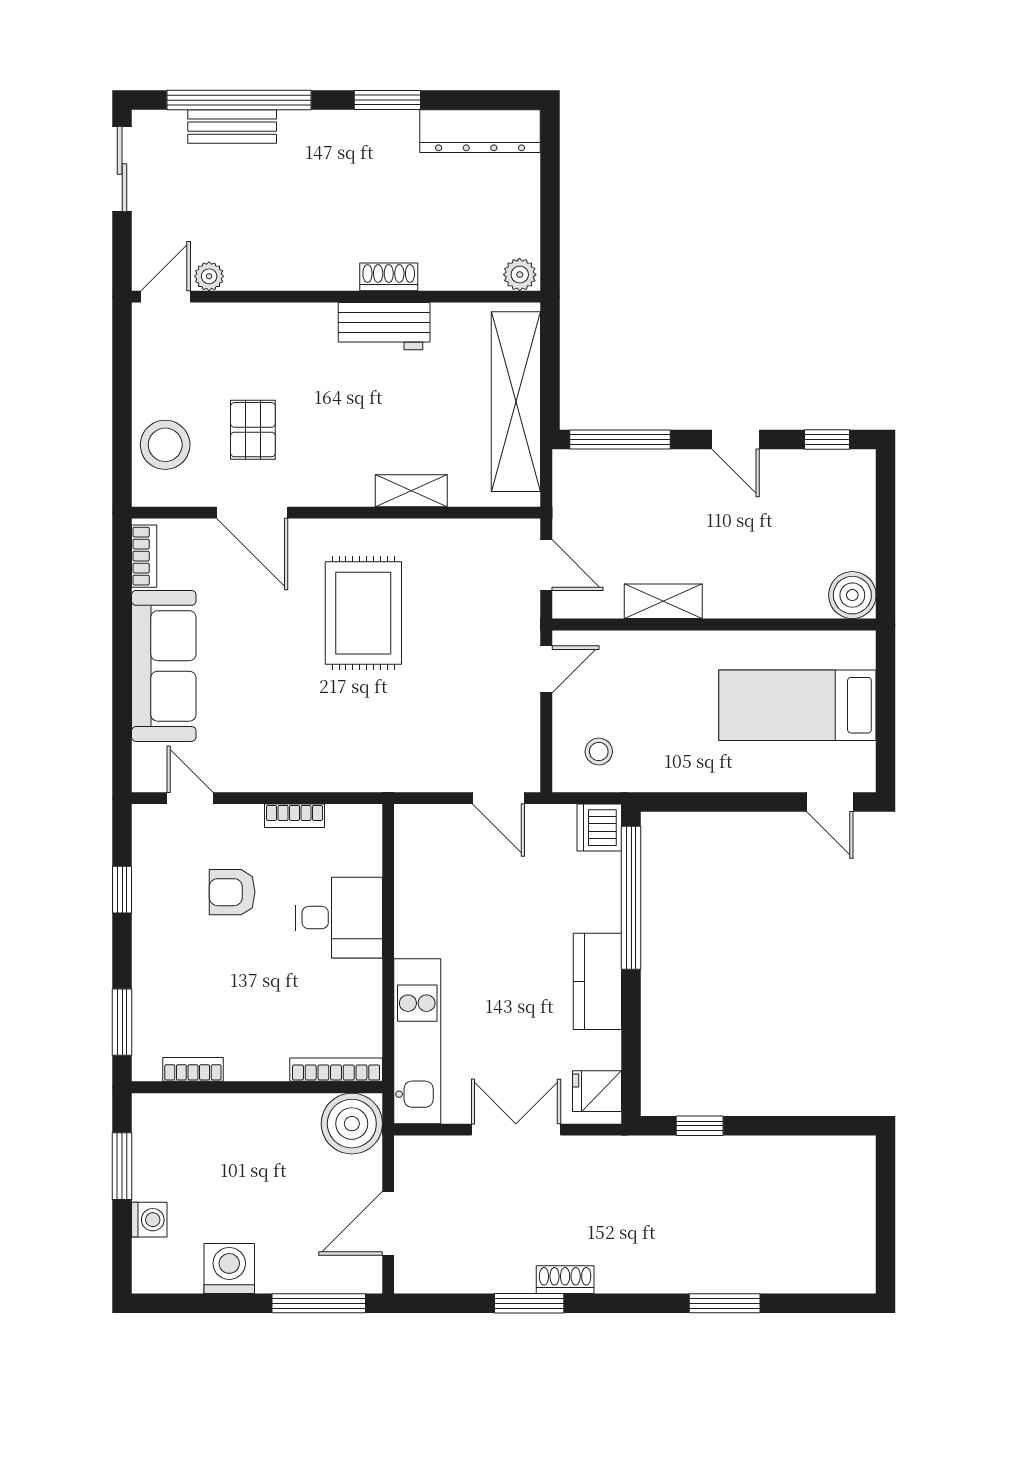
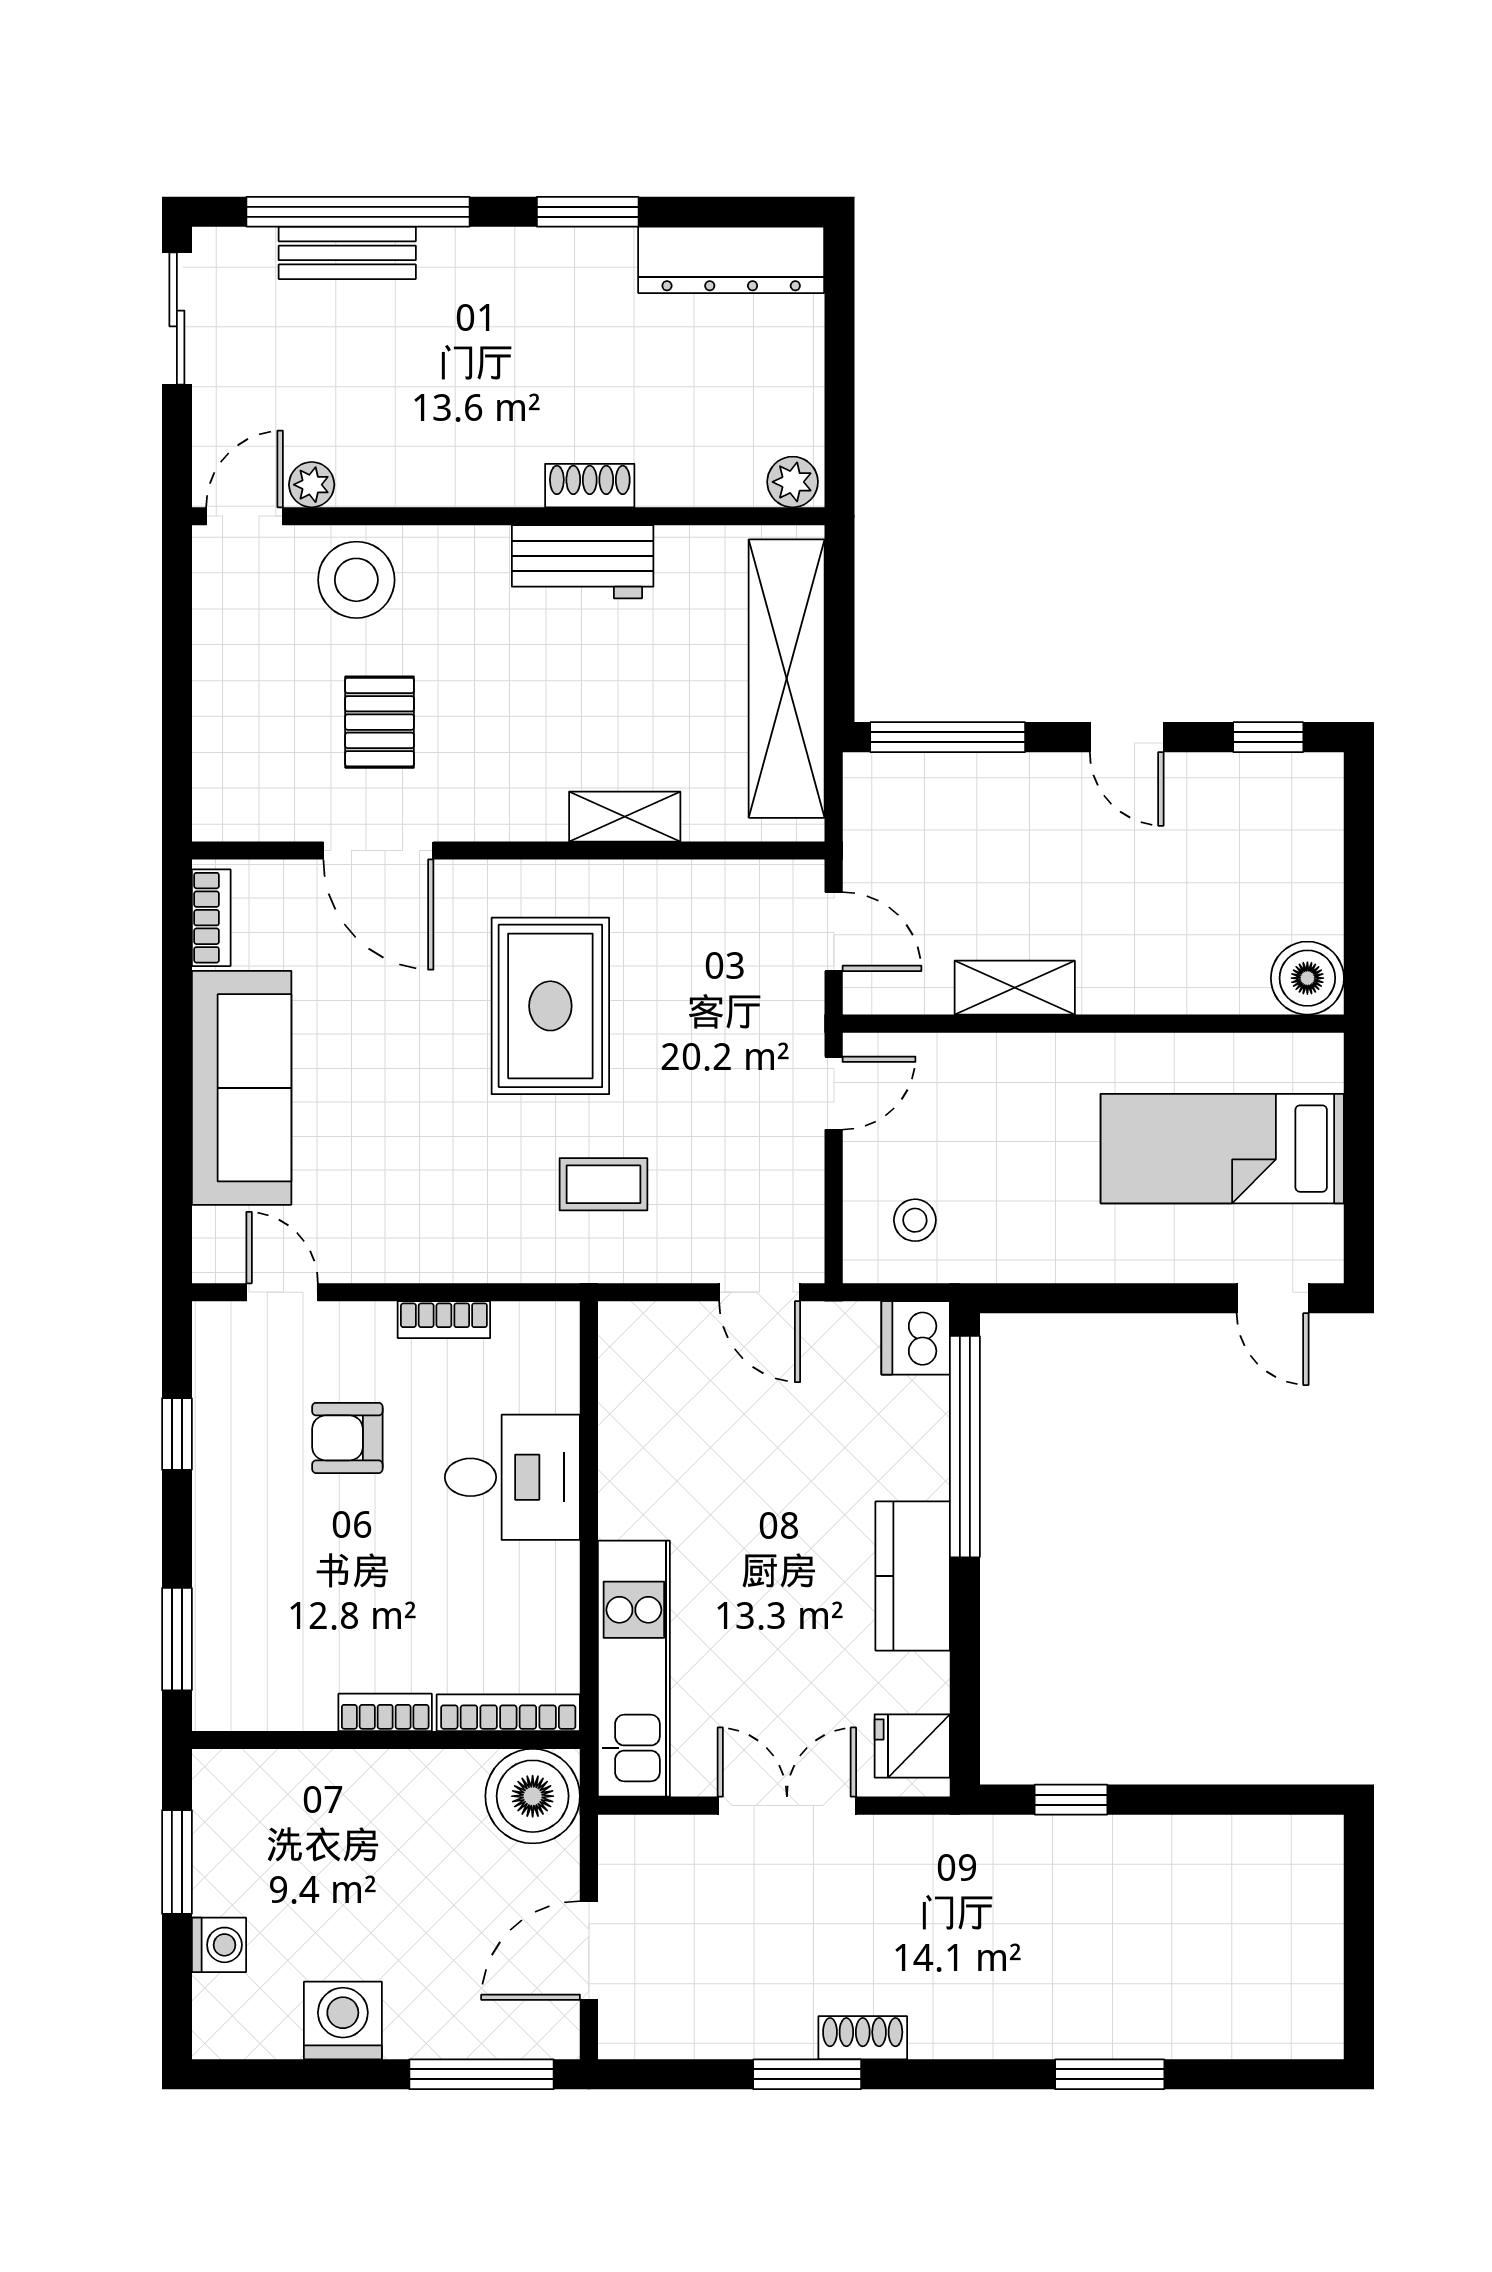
stool: (165, 445) -> (356, 580), moved
coffee table: (398, 728) -> (603, 1184), added
bookcase: (193, 1069) -> (385, 1712), moved

